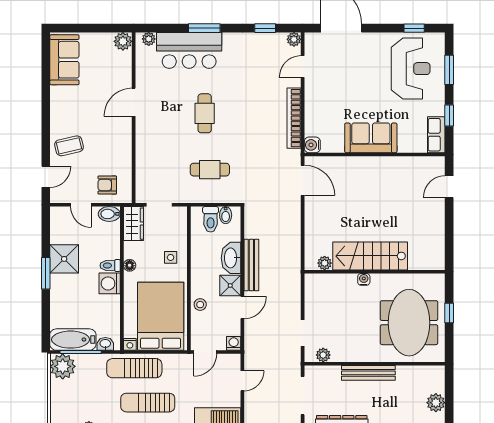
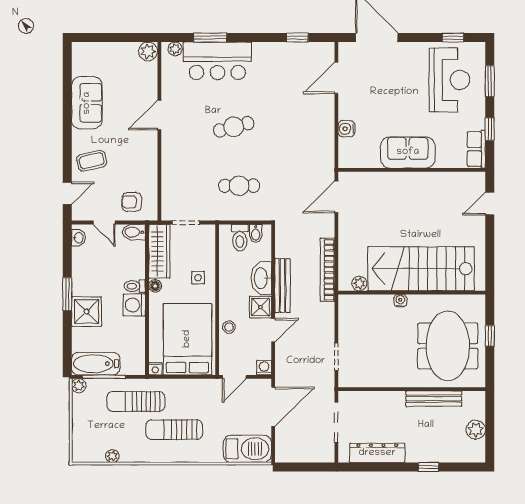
window: (204, 28) -> (210, 38), moved
plant: (294, 39) -> (327, 49), removed
sofa: (64, 60) -> (87, 103), moved
door: (303, 67) -> (336, 78), width x1.38
cafe table: (205, 113) -> (234, 127), turned 75
bookcase: (294, 118) -> (327, 270), moved
water cooler: (312, 145) -> (346, 129), moved
door: (303, 180) -> (336, 197), swing flipped
wardrobe: (134, 224) -> (159, 251), width x1.50
stairs: (370, 256) -> (421, 269), width x1.36, depth x1.51
shower: (64, 259) -> (87, 312), moved
washbasin: (105, 344) -> (78, 238), moved, turned 90
plant: (323, 355) -> (358, 380), removed
plant: (63, 366) -> (79, 386), width x0.53, depth x0.53
sun lounger: (134, 368) -> (136, 402), moved
bench: (368, 373) -> (434, 399), moved
door: (242, 381) -> (273, 407), width x1.88

